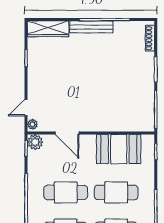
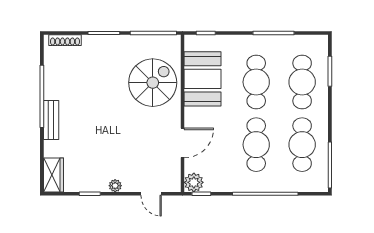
bench: (91, 27) -> (51, 120), width x0.73
wardrobe: (48, 29) -> (53, 175), width x0.67
spiral stairs: (116, 109) -> (153, 83), added
plant: (33, 124) -> (115, 186), moved

